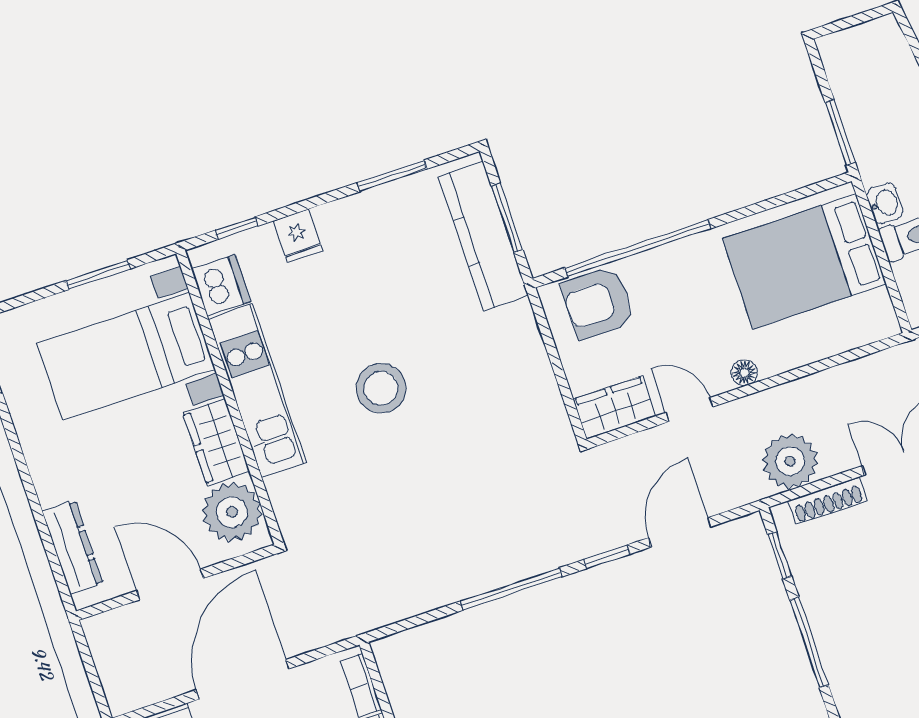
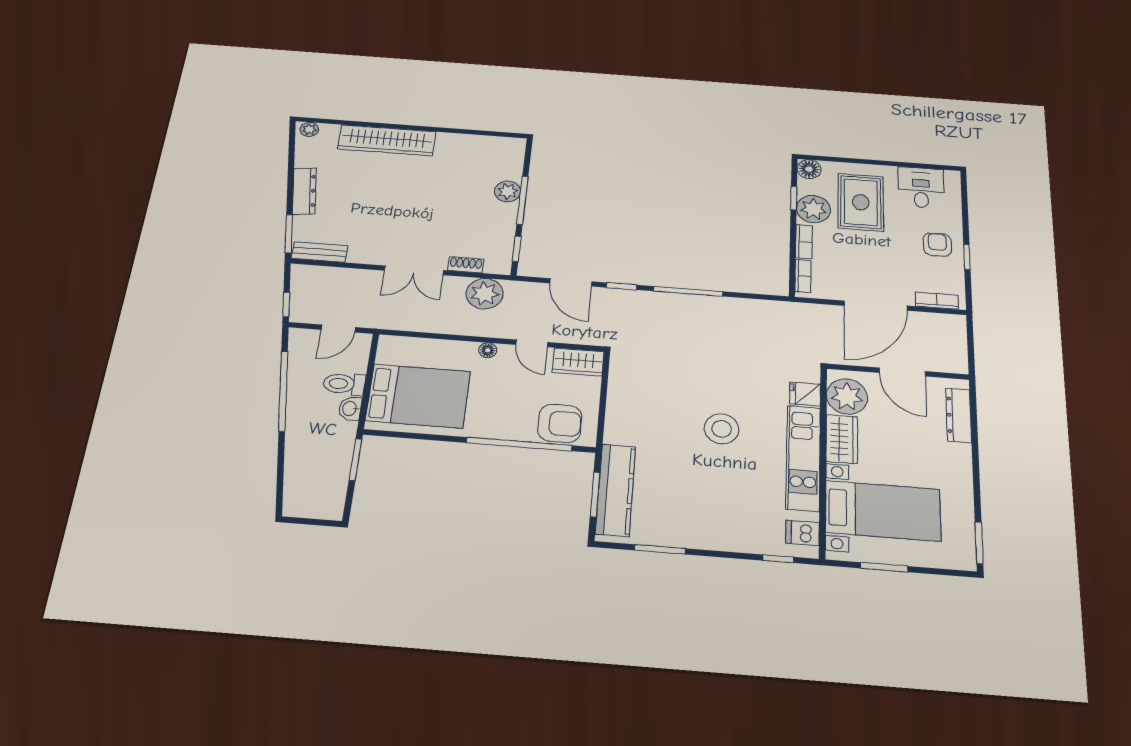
fridge: (298, 236) -> (805, 394), moved, turned -90
dishwasher: (221, 285) -> (802, 533), width x0.73
shoe rack: (828, 501) -> (466, 265), width x0.70
door: (680, 532) -> (571, 282), hinge flipped
plant: (837, 649) -> (508, 191), added

